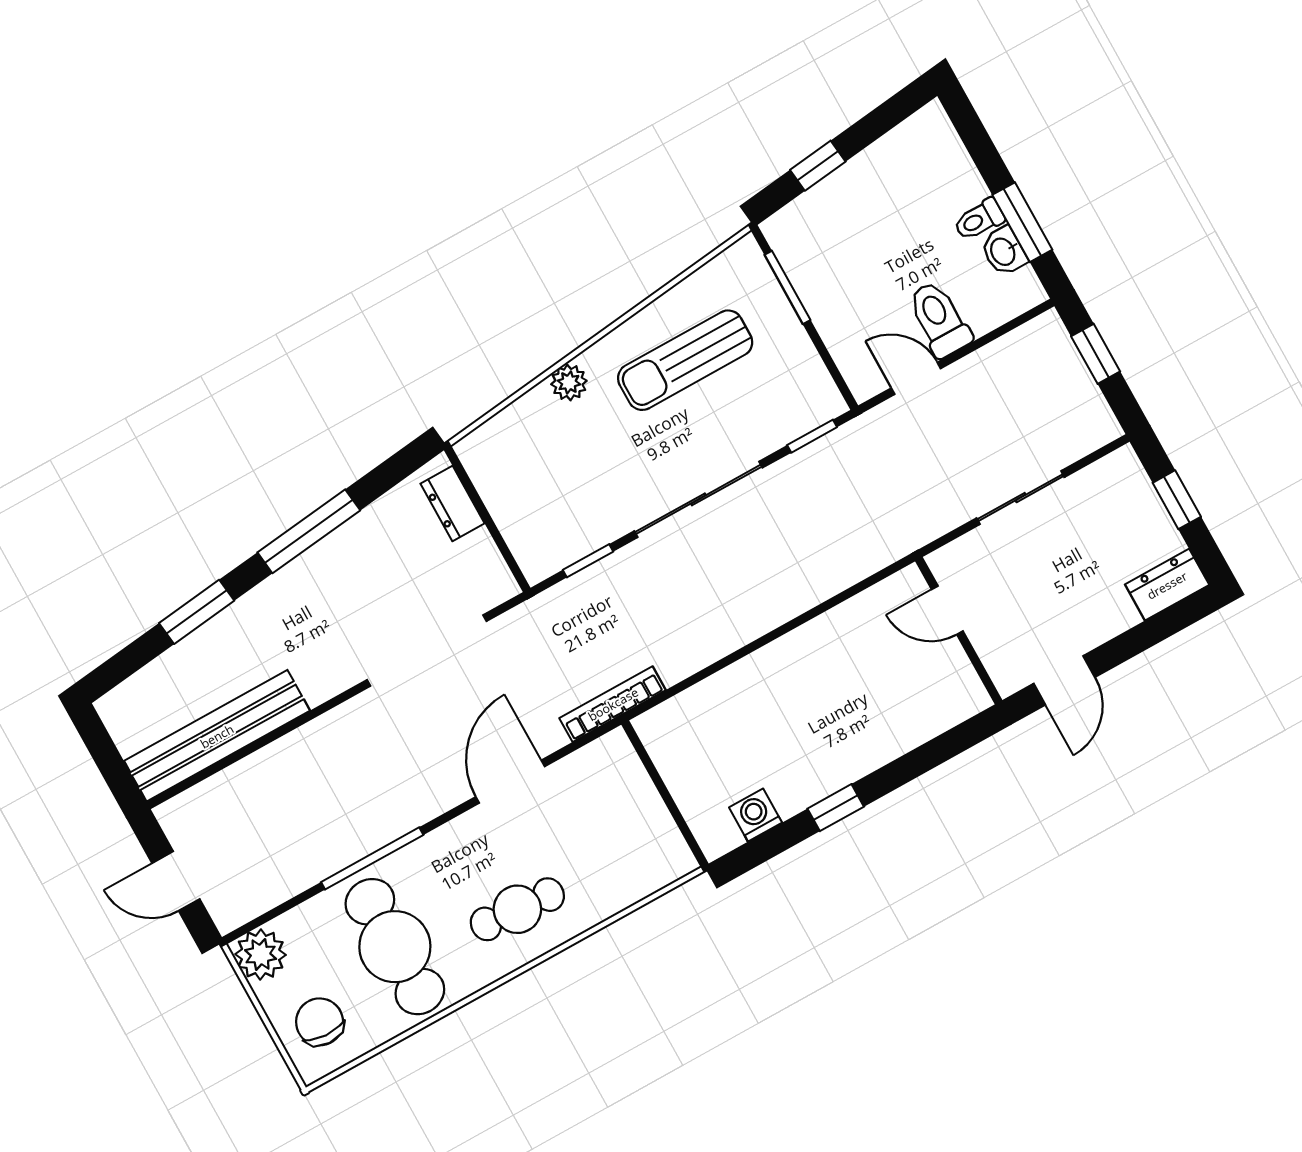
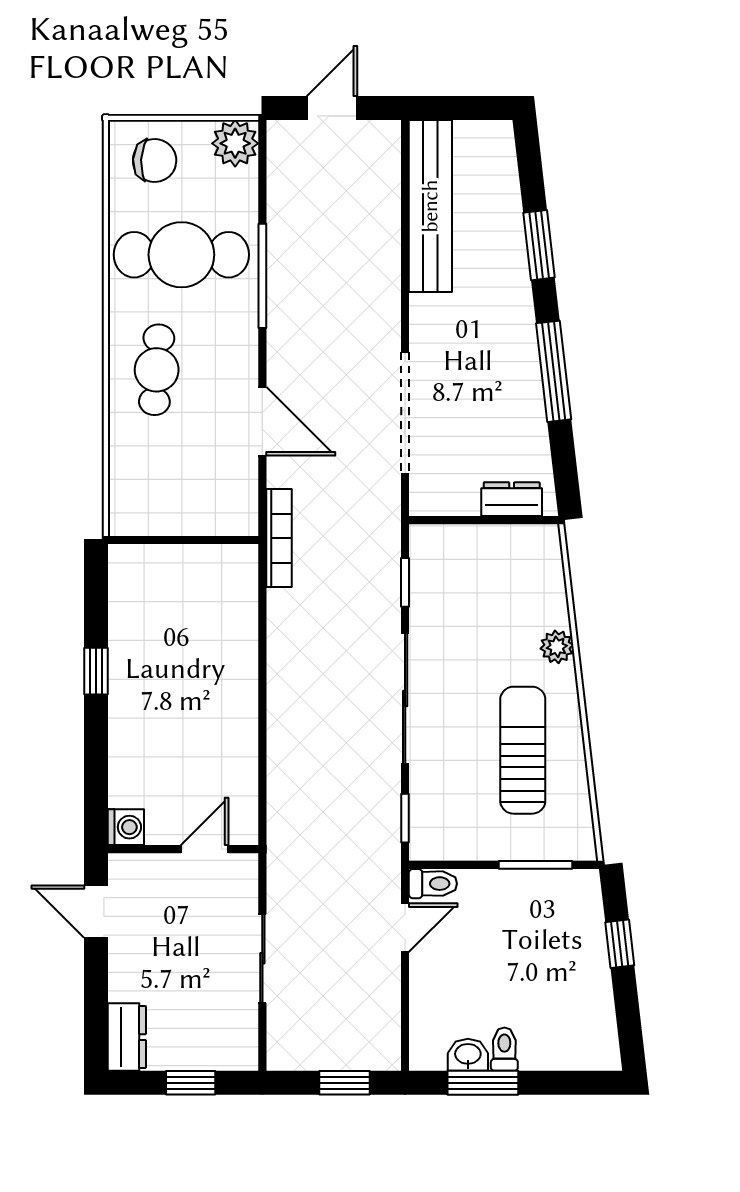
toilet: (939, 319) -> (433, 884), moved, width x0.73, depth x0.72
washing machine: (756, 815) -> (126, 827), moved

